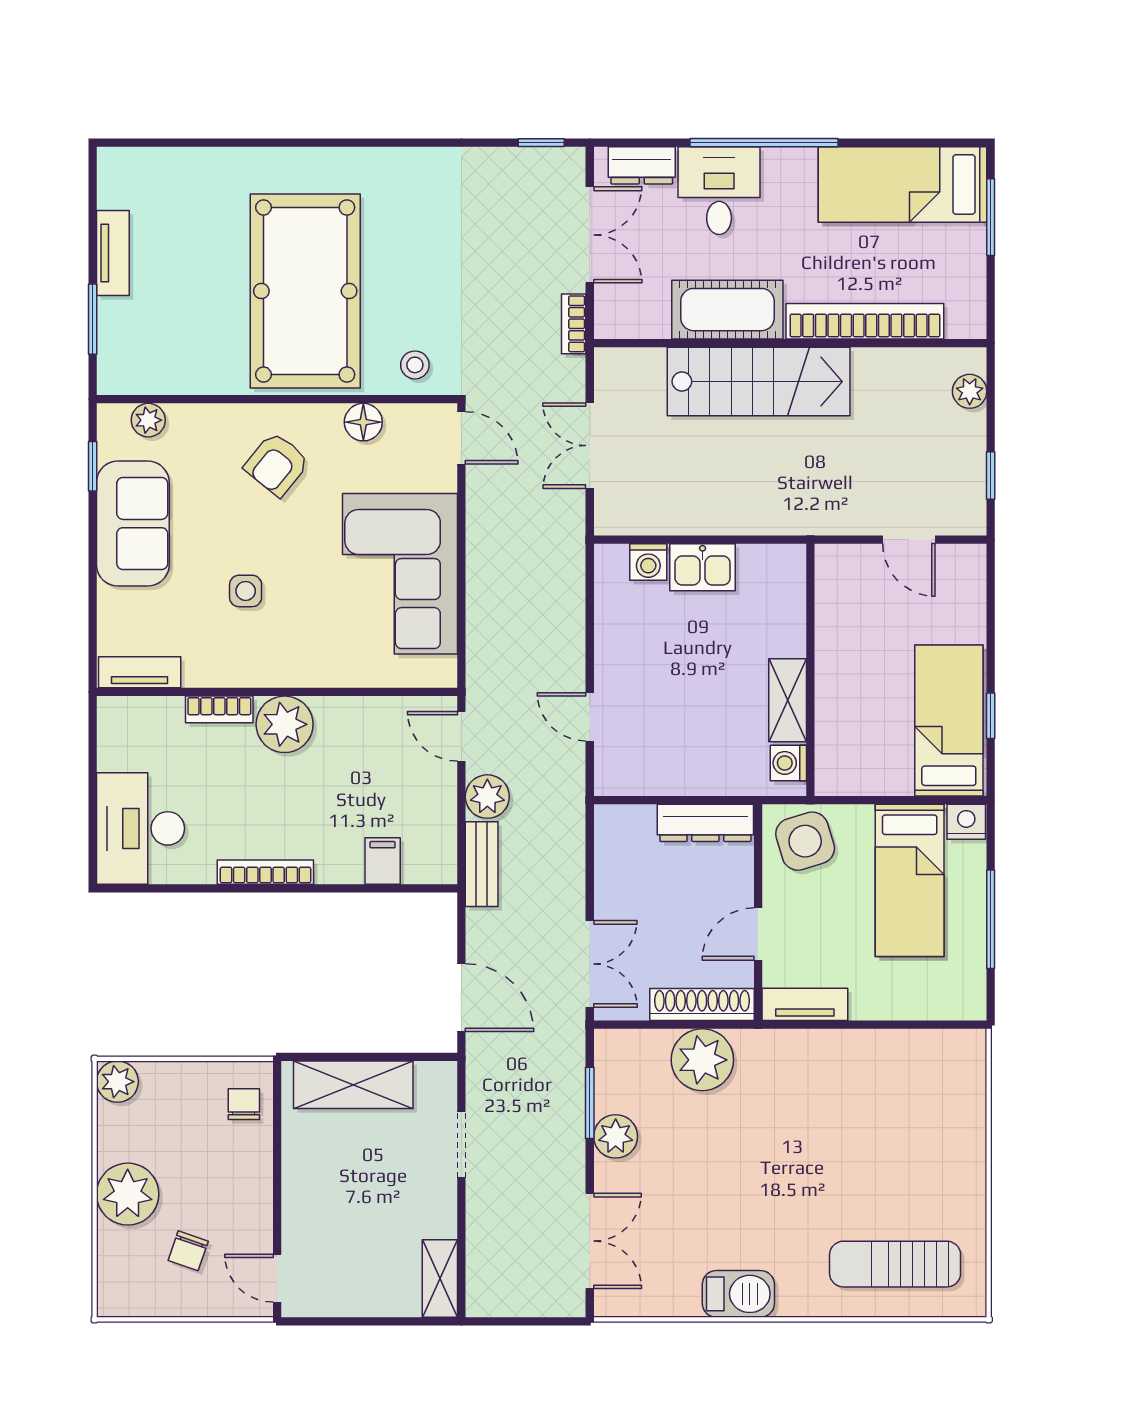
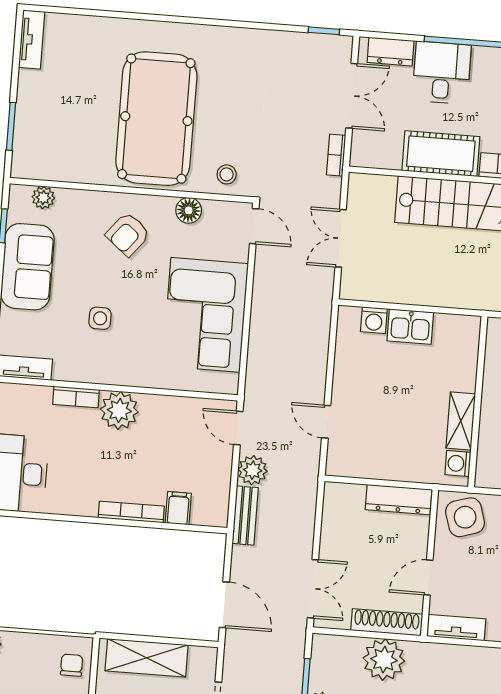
tv unit: (113, 253) -> (32, 40), moved
bookcase: (265, 872) -> (131, 512), moved

